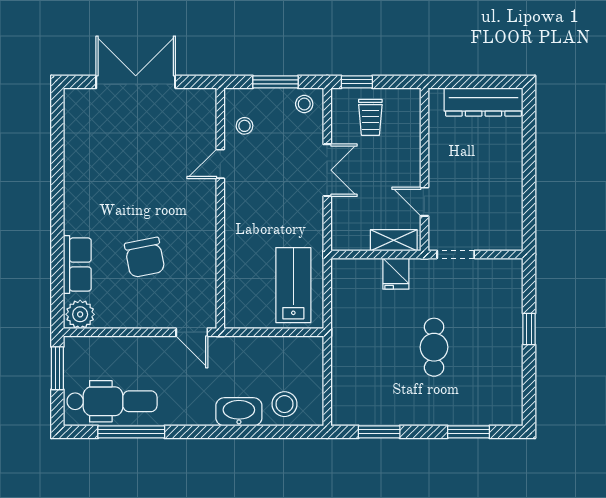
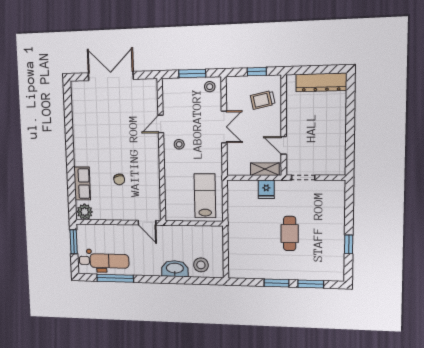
window: (357, 82) -> (257, 72), moved
trolley: (370, 117) -> (263, 100), moved, turned 78
stool: (245, 126) -> (179, 144), moved
chair: (145, 257) -> (119, 179), width x0.54, depth x0.54
window: (529, 329) -> (349, 244), moved
window: (379, 432) -> (276, 283), moved

